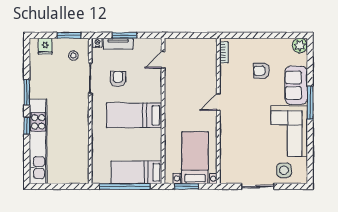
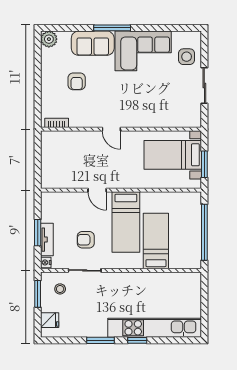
door: (163, 60) -> (97, 190), moved
bed: (136, 172) -> (156, 241), moved, turned 180

